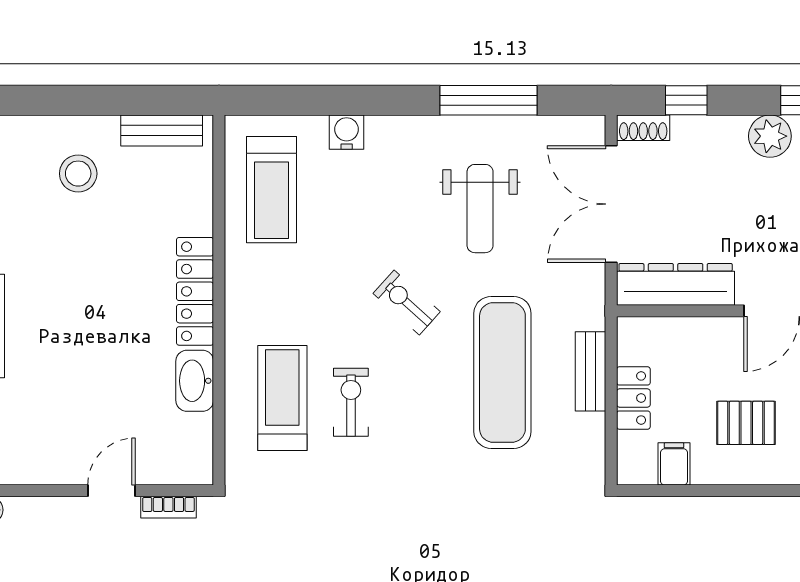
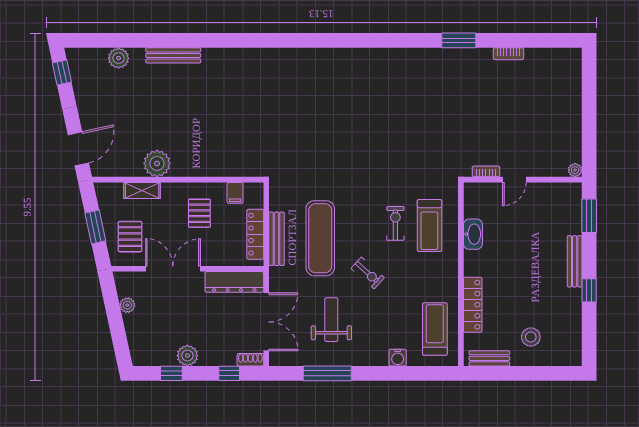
locker: (195, 291) -> (473, 305), moved
bench: (590, 371) -> (277, 239), width x1.36
locker: (633, 398) -> (255, 234), width x1.53
exercise bike: (351, 402) -> (395, 223), turned 180
pallet: (746, 423) -> (199, 213), turned 90

